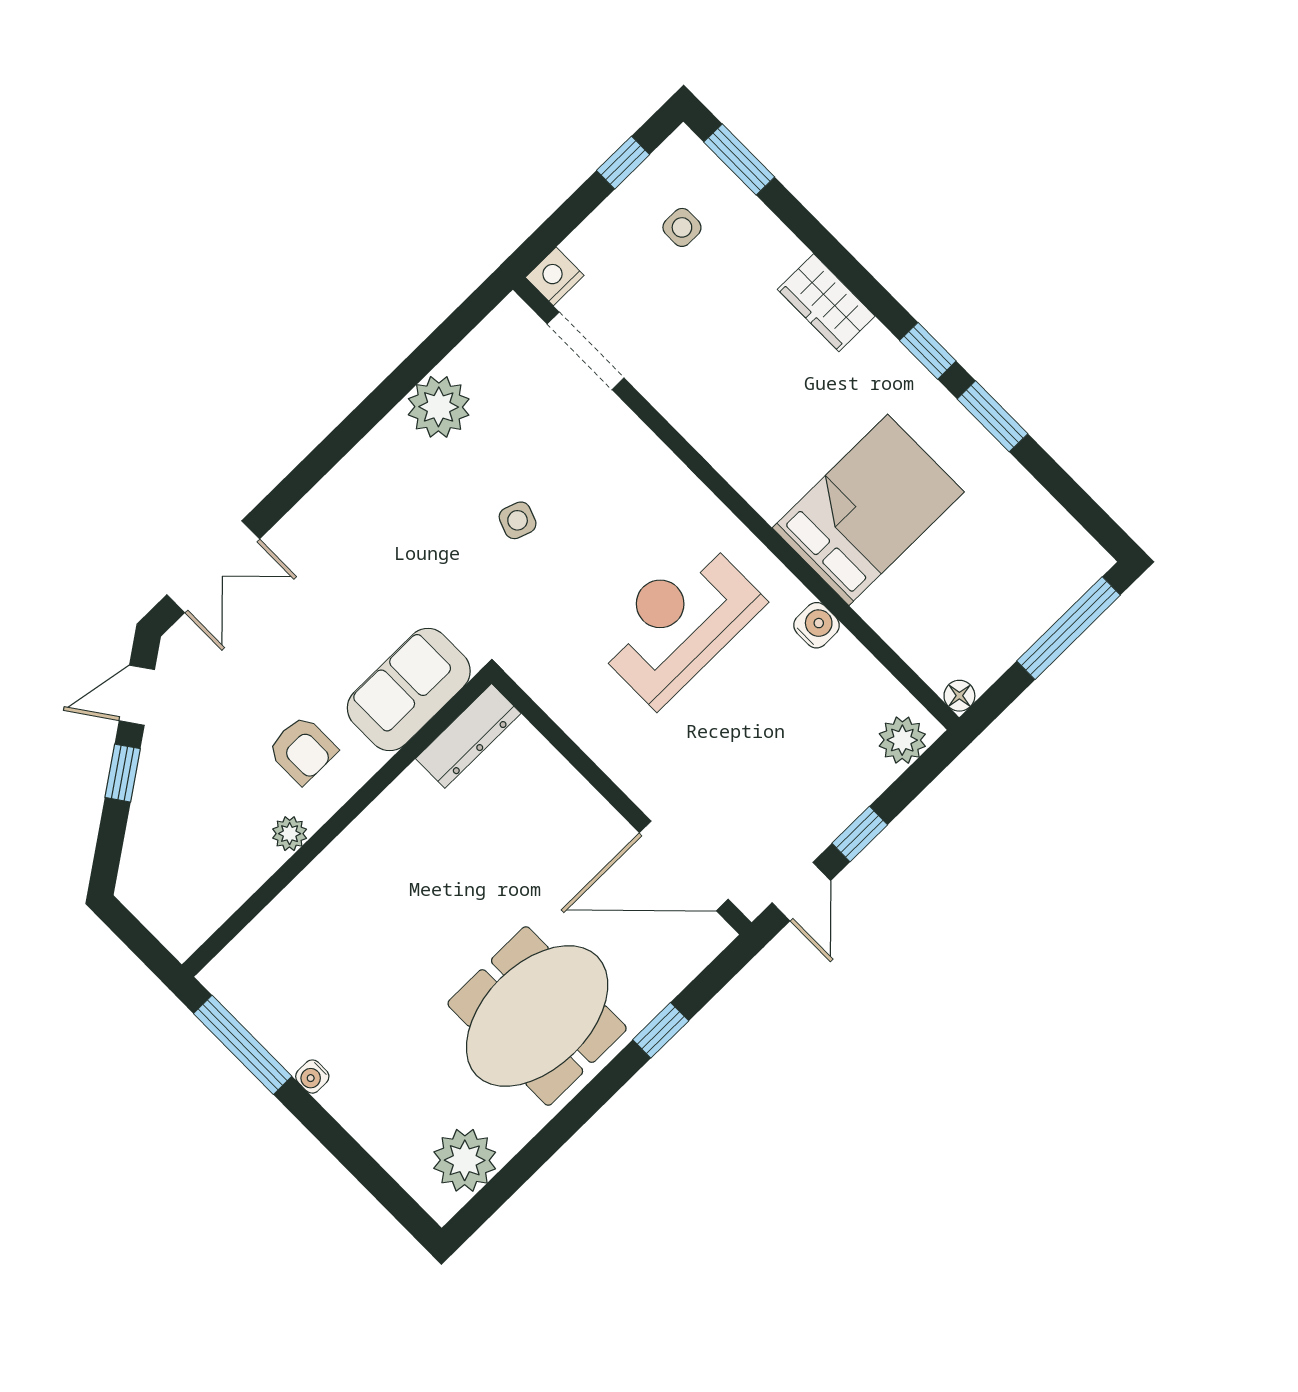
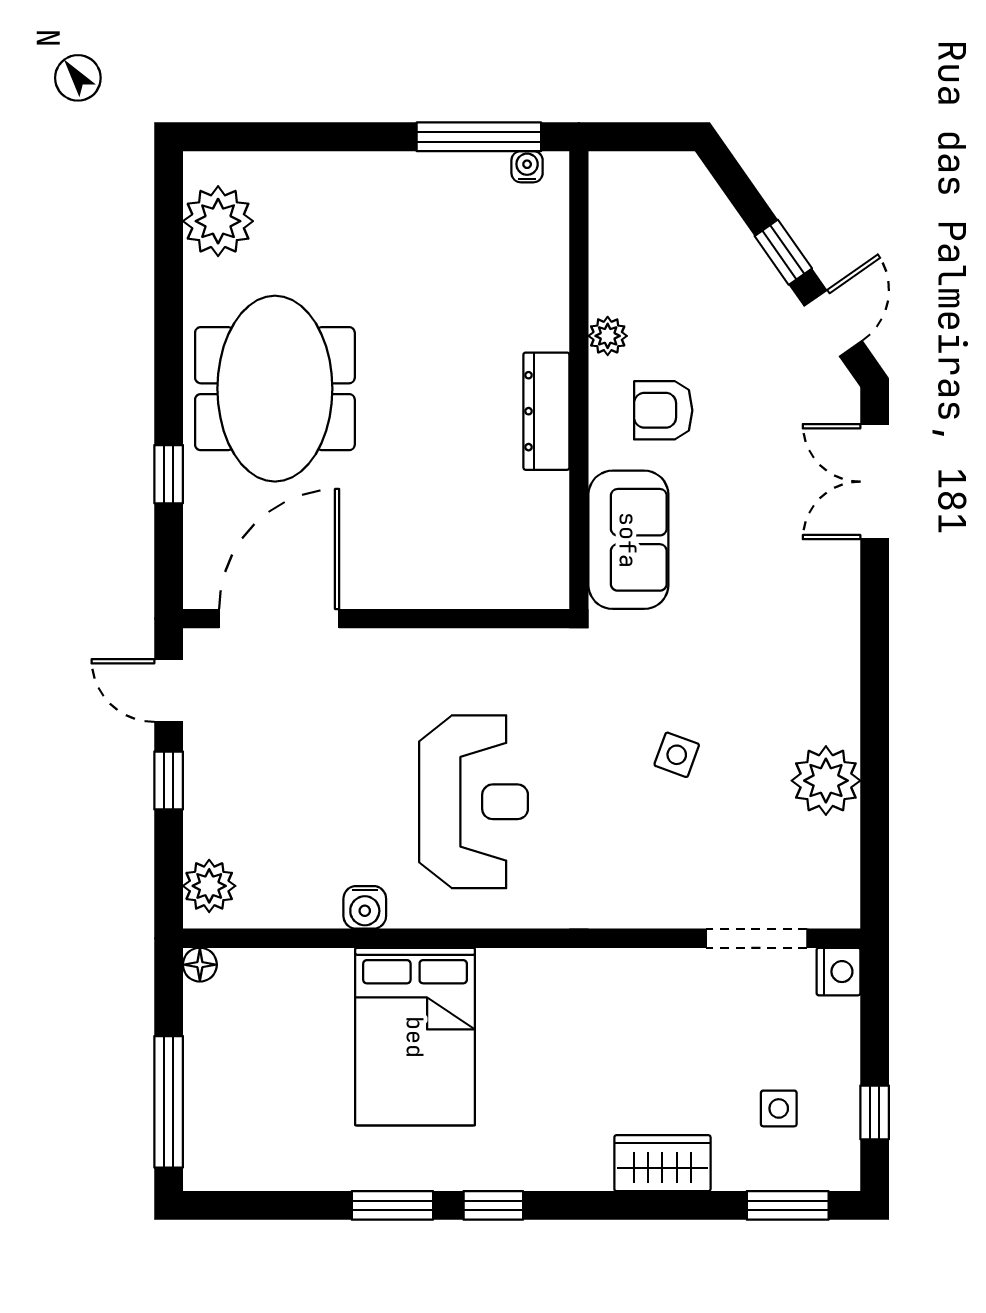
wardrobe: (826, 303) -> (662, 1163), moved
dresser: (468, 736) -> (546, 411), moved
water cooler: (312, 1077) -> (527, 167), moved

